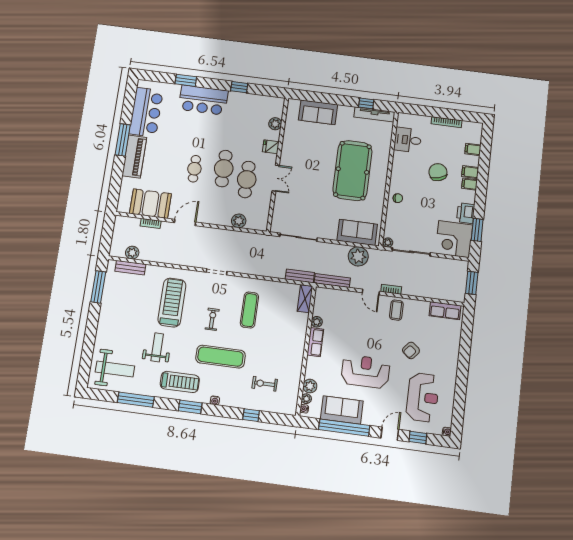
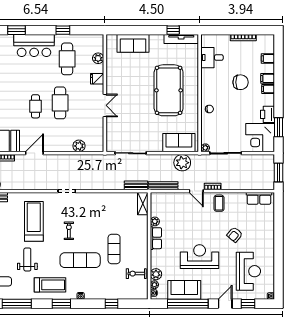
chair: (438, 172) -> (241, 82), turned 107
cafe table: (247, 179) -> (67, 59), moved
exercise mat: (249, 310) -> (114, 249), moved
exercise bike: (265, 384) -> (136, 274), moved

